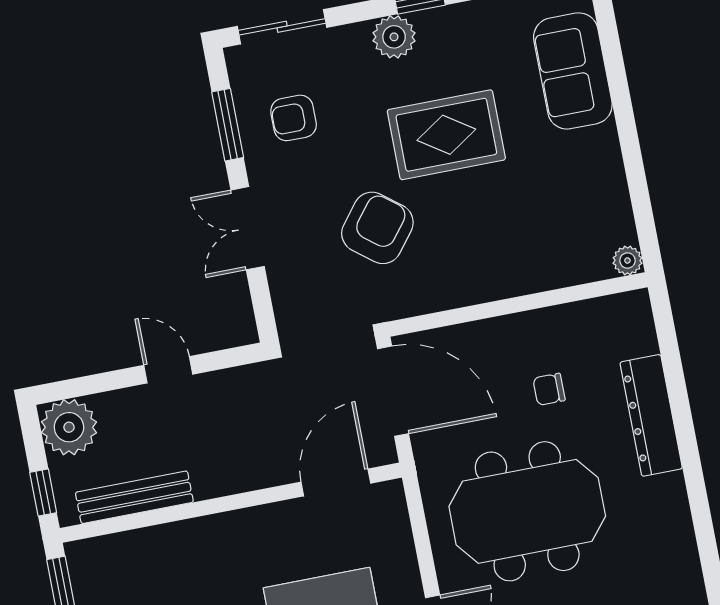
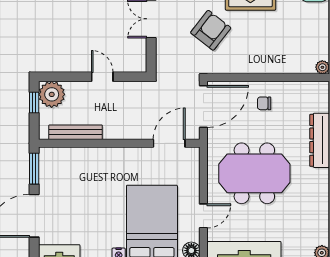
chair: (549, 389) -> (264, 103), moved
door: (393, 391) -> (203, 106), hinge flipped
window: (43, 493) -> (34, 103), moved

